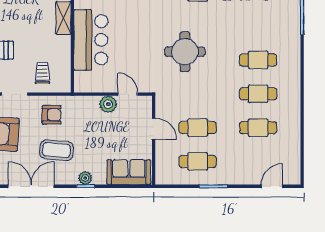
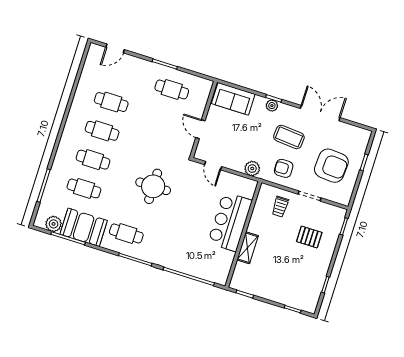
plant: (108, 104) -> (252, 169), moved
cafe table: (198, 128) -> (84, 188), moved
double door: (31, 186) -> (320, 113), swing flipped

